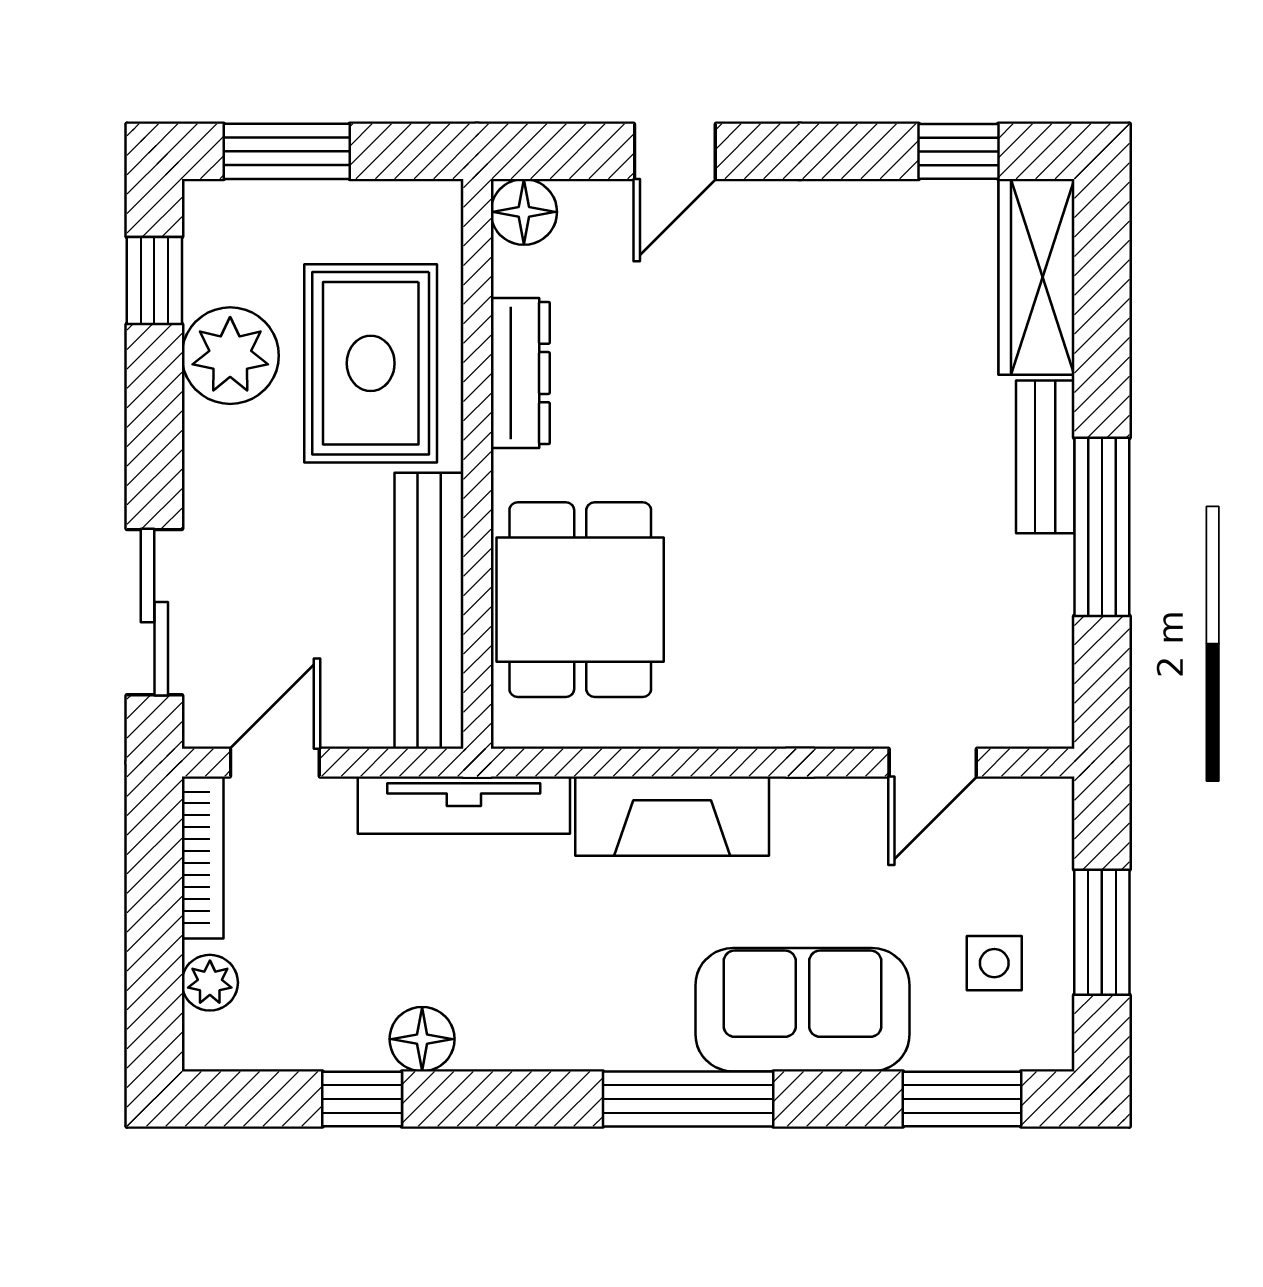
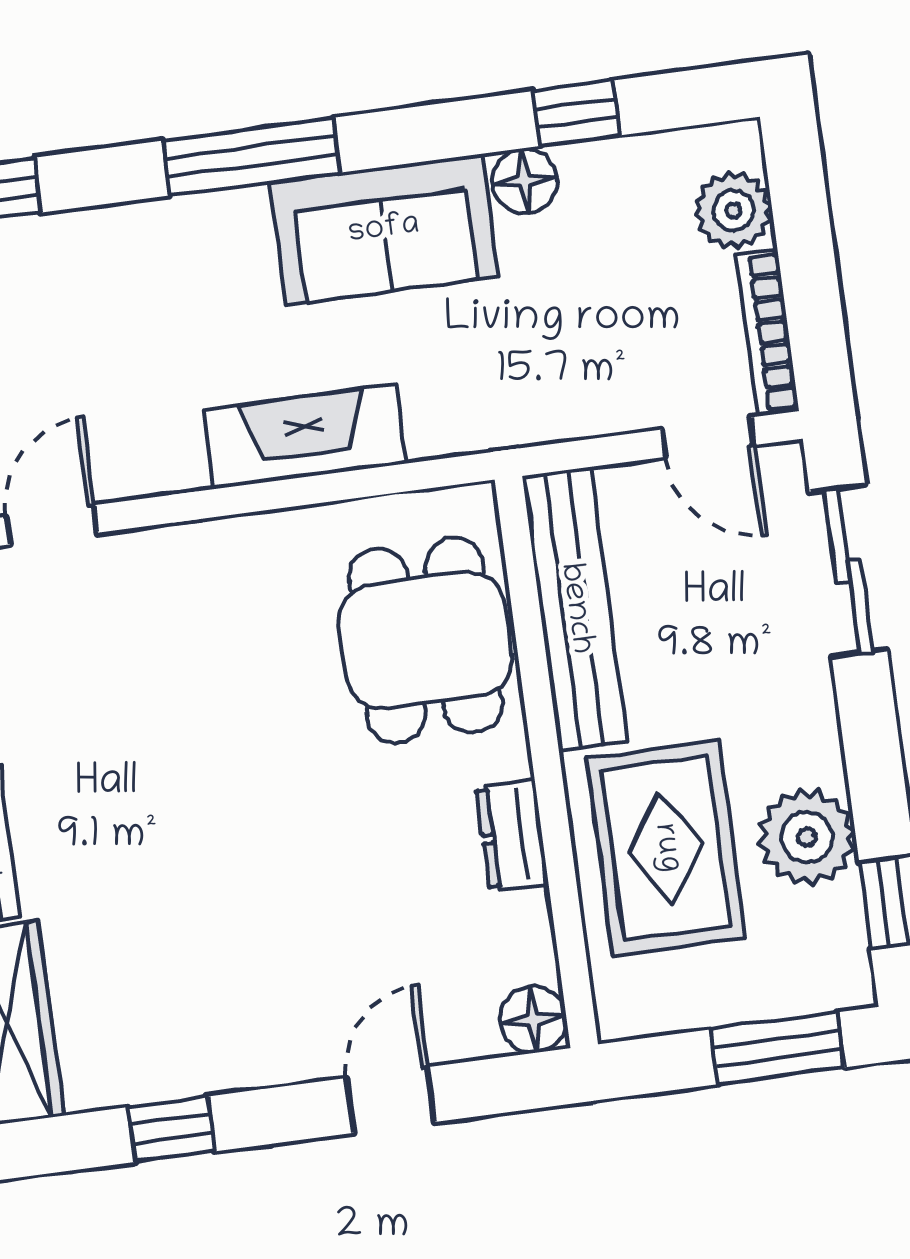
window: (958, 151) -> (171, 1129), moved
dresser: (520, 373) -> (512, 836), width x0.70
door: (275, 763) -> (708, 437), hinge flipped
tv unit: (464, 805) -> (514, 420), removed
plant: (210, 983) -> (733, 210), width x1.38, depth x1.38
sofa: (803, 1010) -> (384, 230), moved

